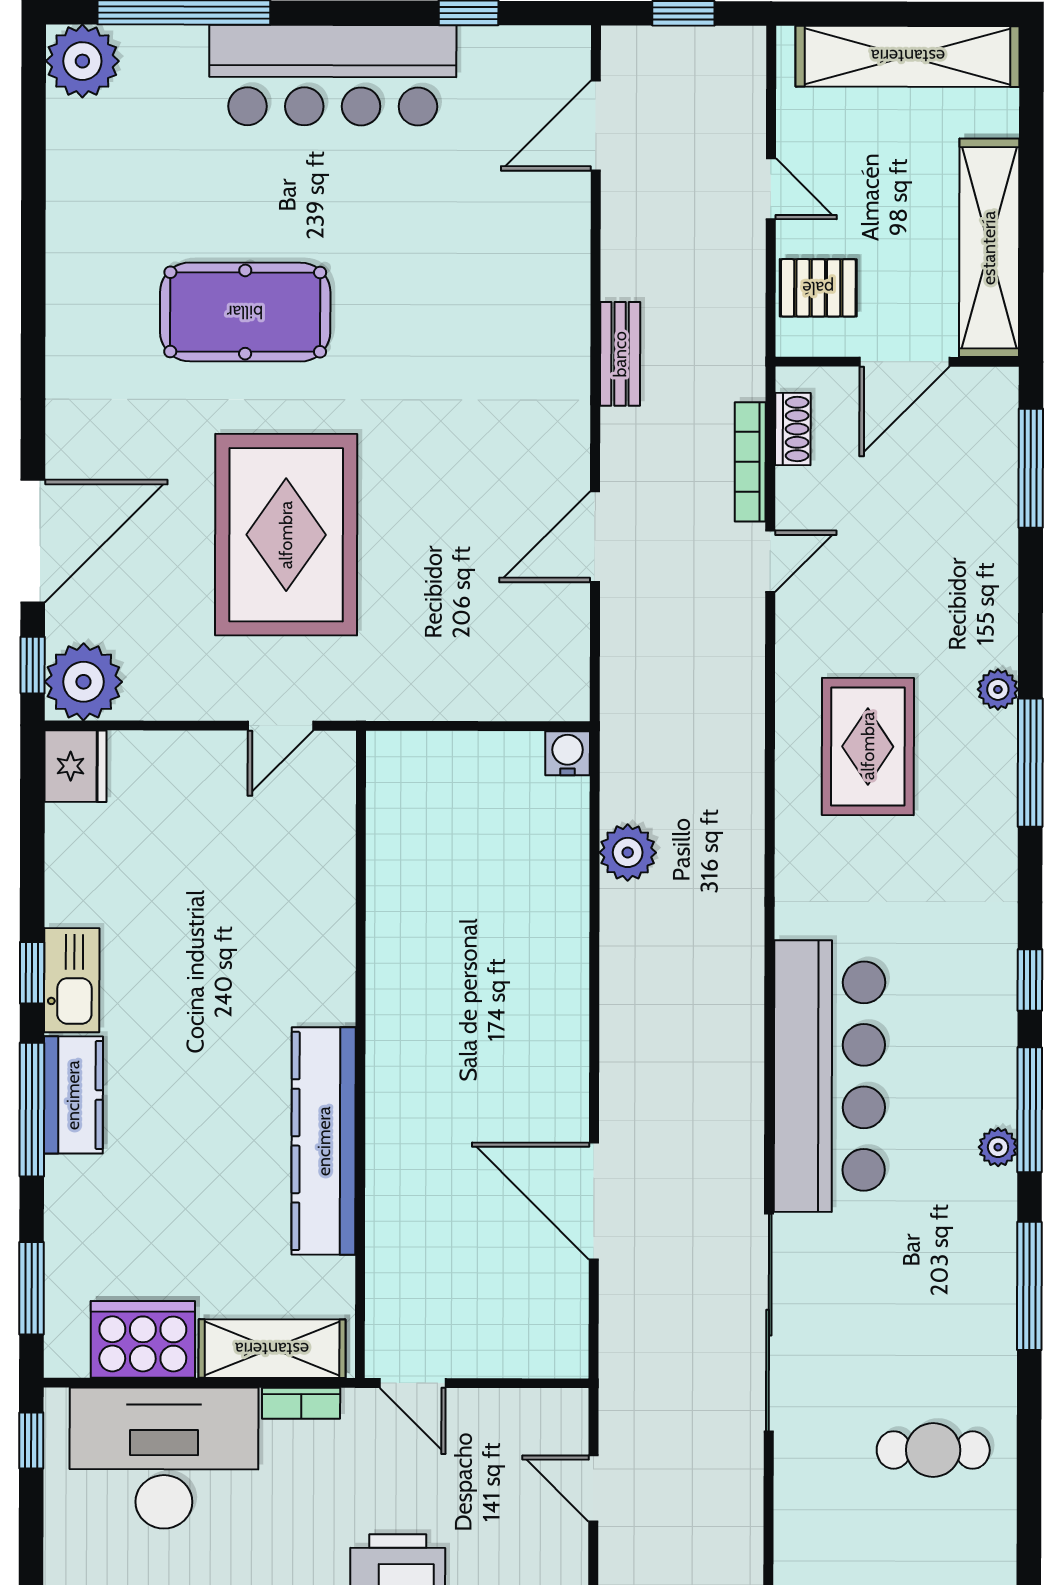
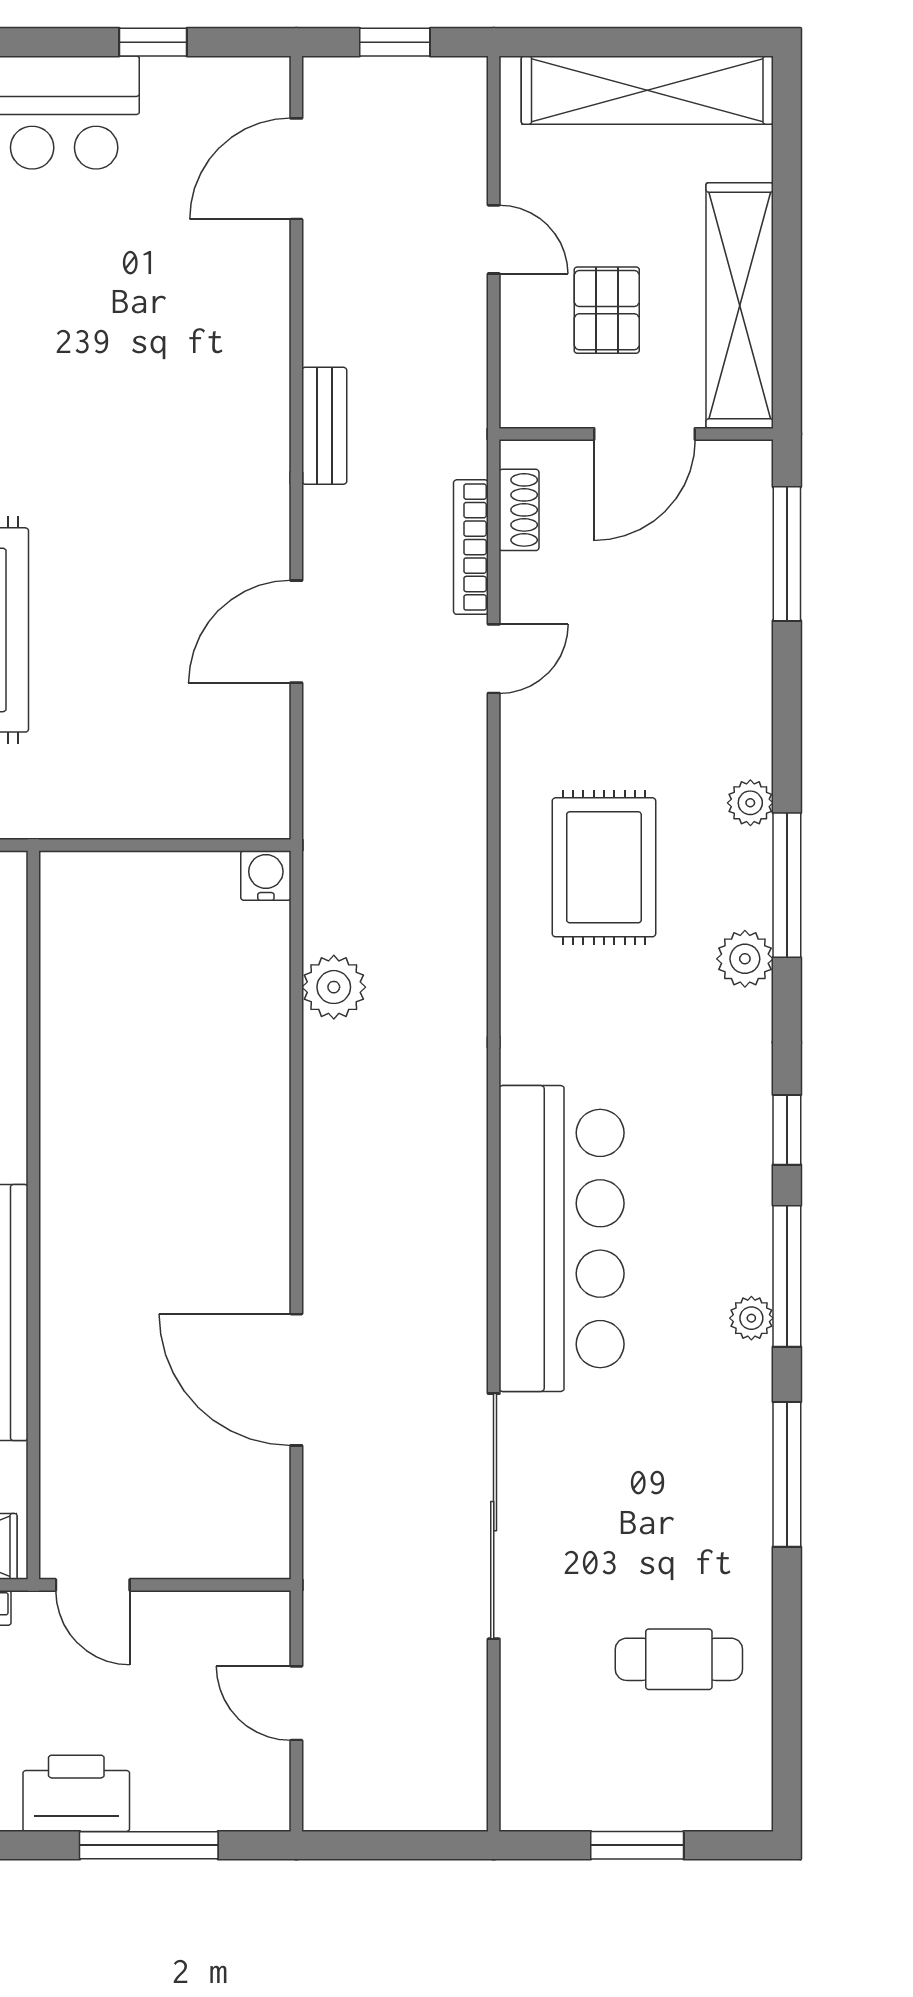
pallet: (818, 288) -> (607, 310), moved, turned 90
plant: (993, 828) -> (745, 959), added

